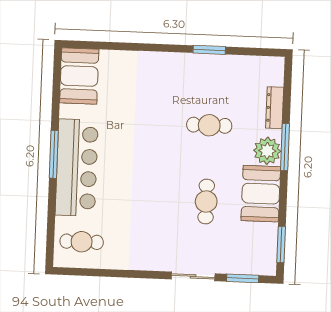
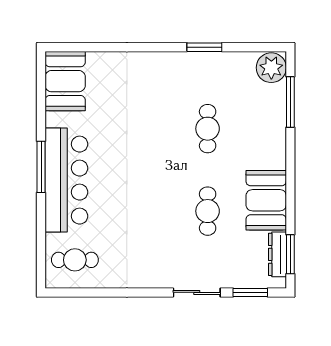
dresser: (275, 108) -> (277, 254), moved
cafe table: (209, 125) -> (208, 129), turned 90
window: (285, 147) -> (290, 102), moved
plant: (267, 151) -> (271, 68), moved

